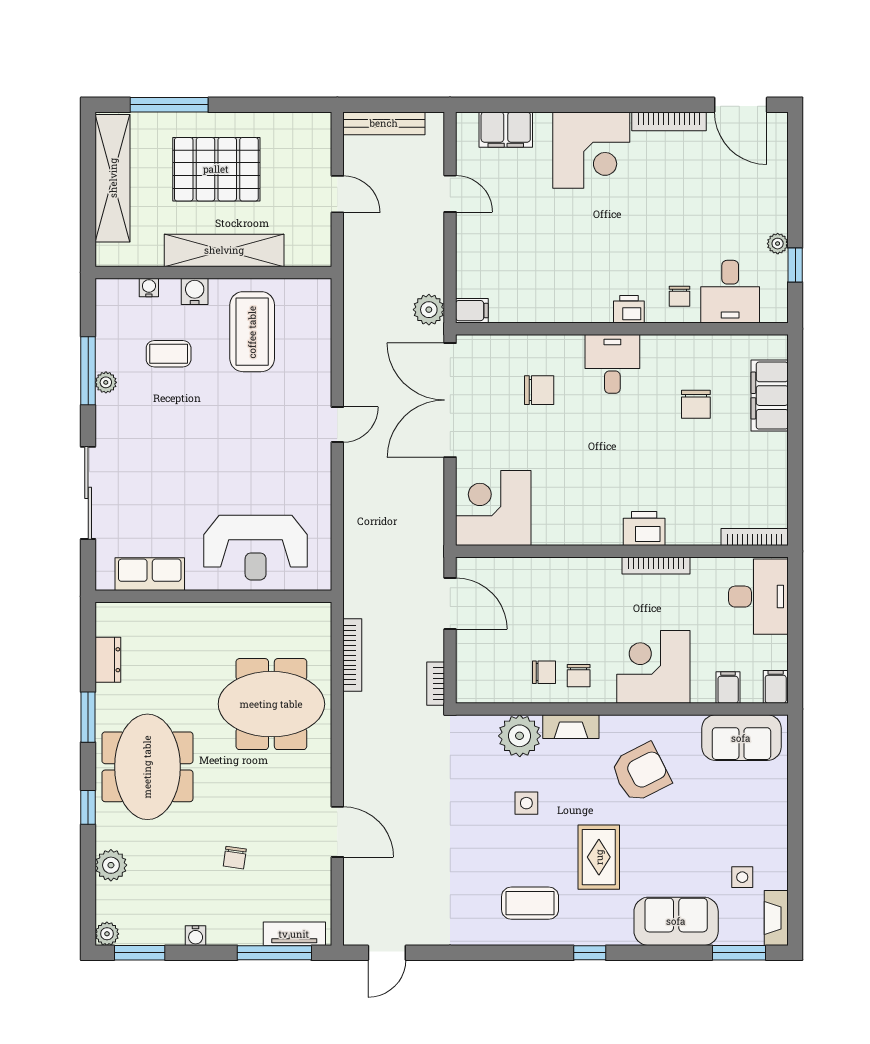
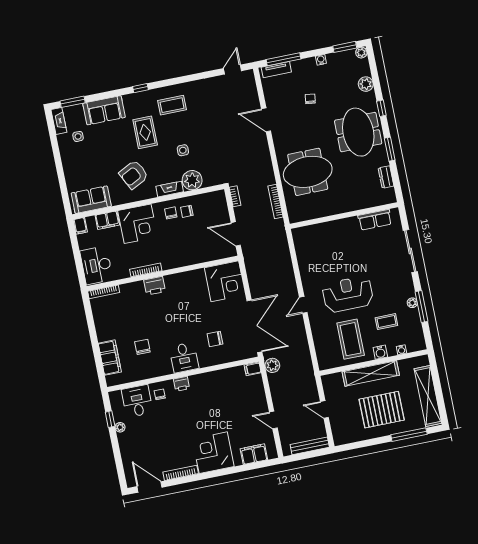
reception desk: (256, 548) -> (348, 294), moved
filing cabinet: (728, 688) -> (107, 220), width x2.00

